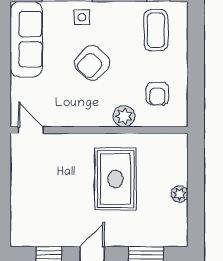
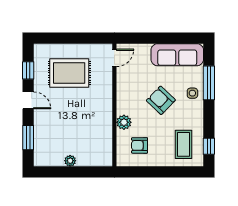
coffee table: (156, 30) -> (183, 144), turned 90
rug: (115, 179) -> (69, 73), moved

